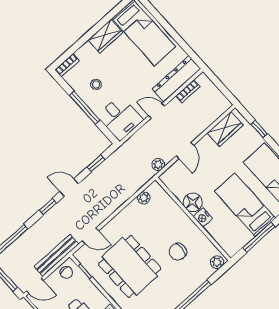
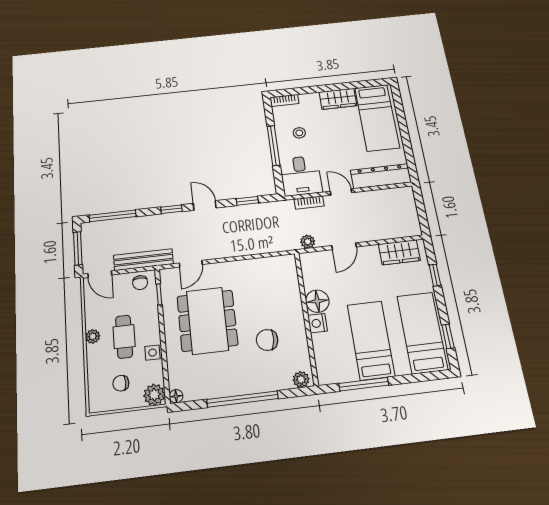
bookcase: (188, 91) -> (309, 203), moved
plant: (144, 198) -> (270, 264), removed
door: (90, 236) -> (191, 264), hinge flipped

